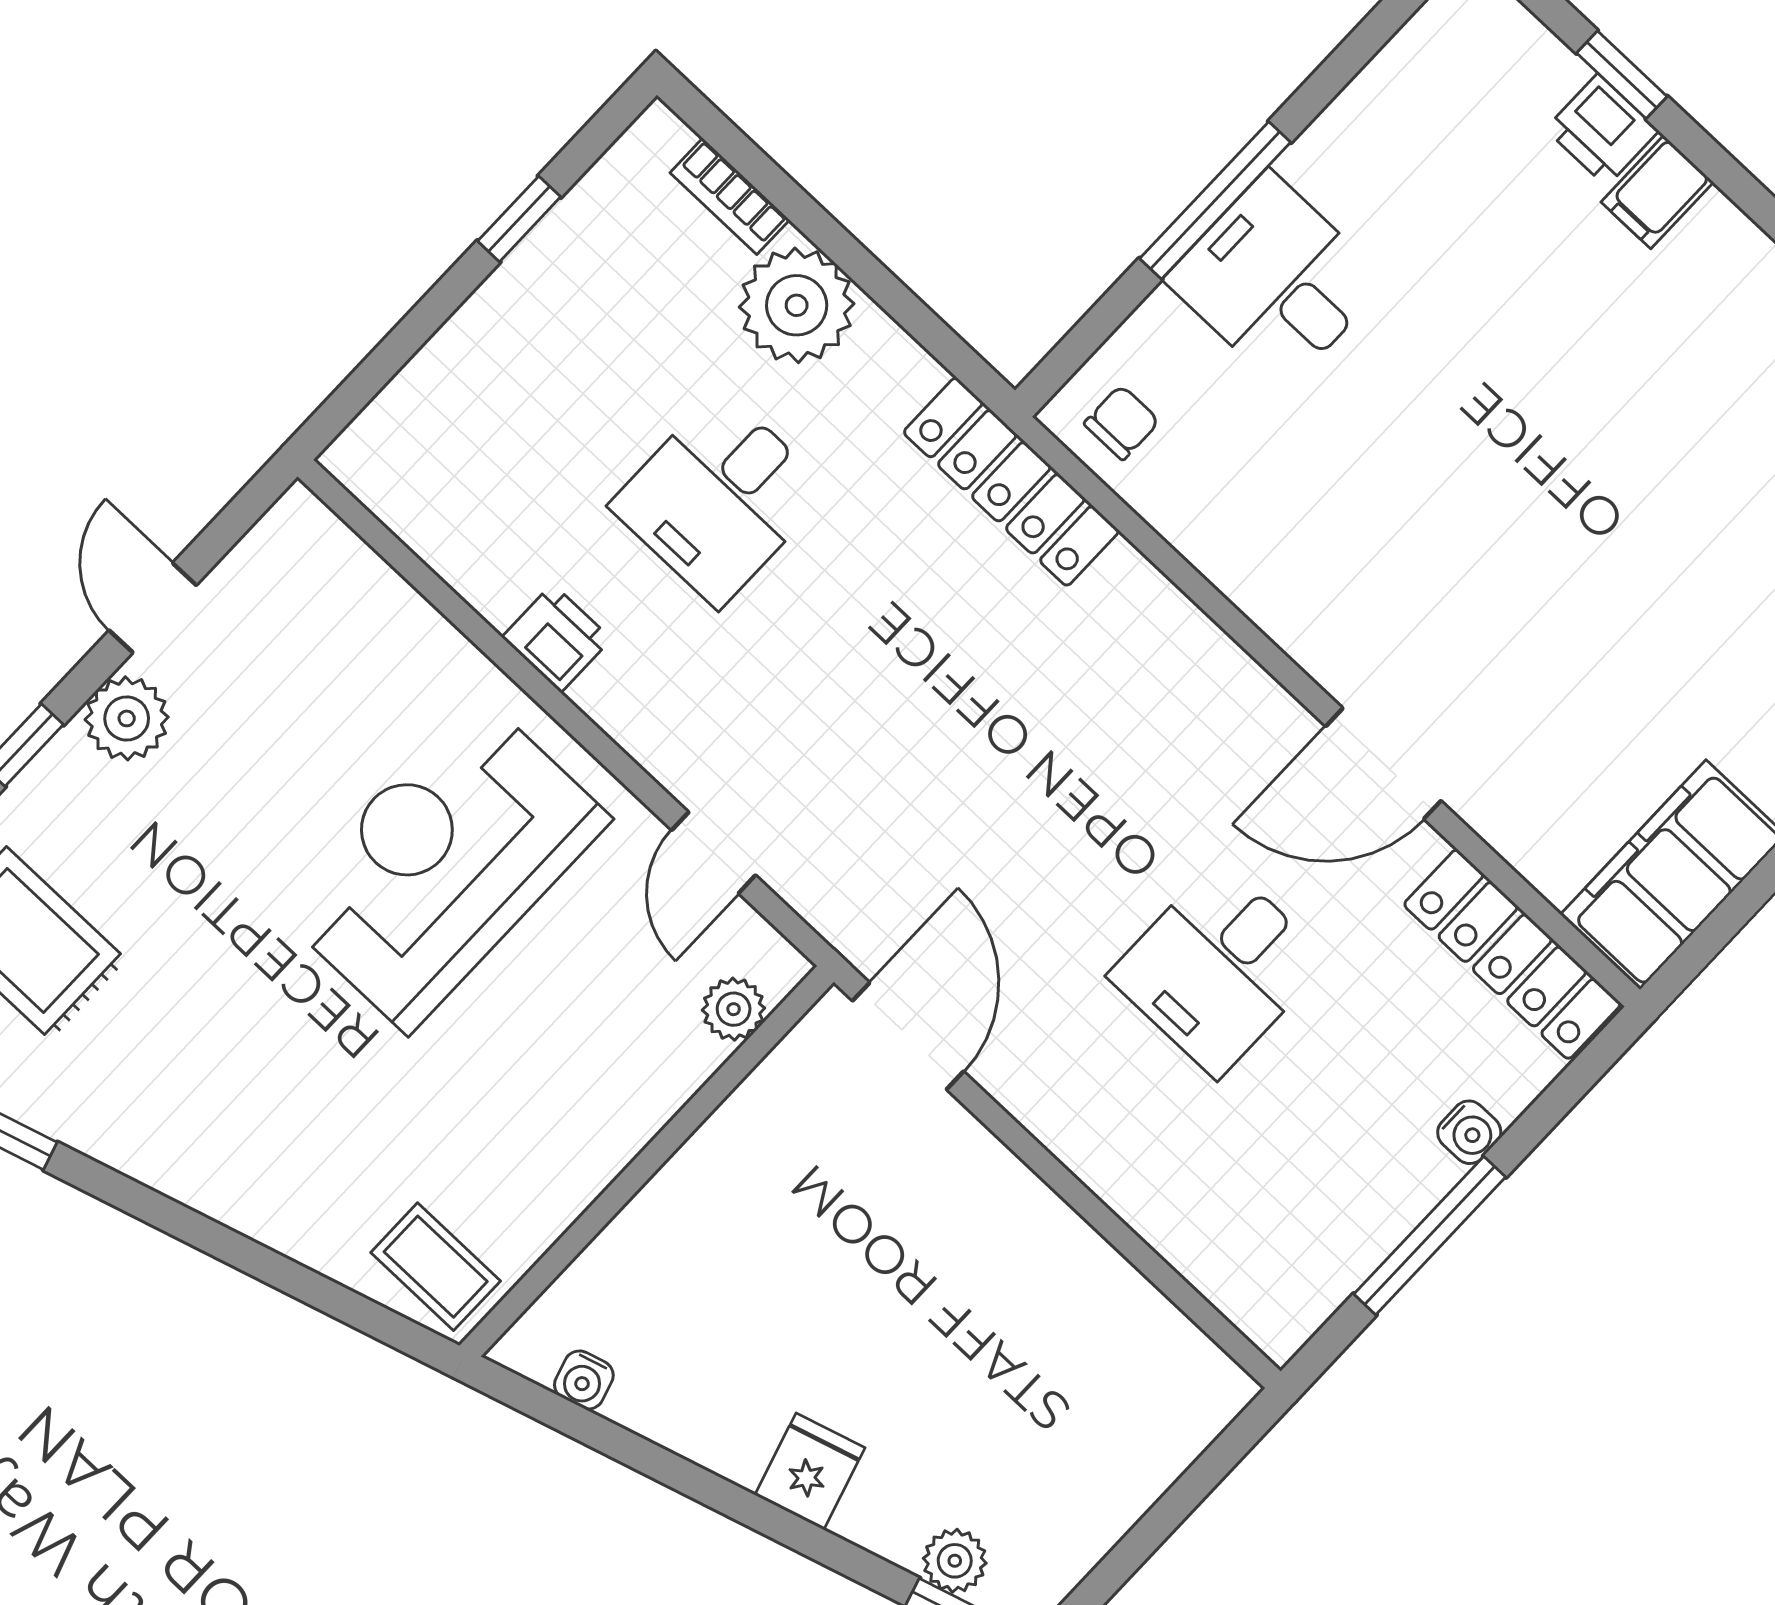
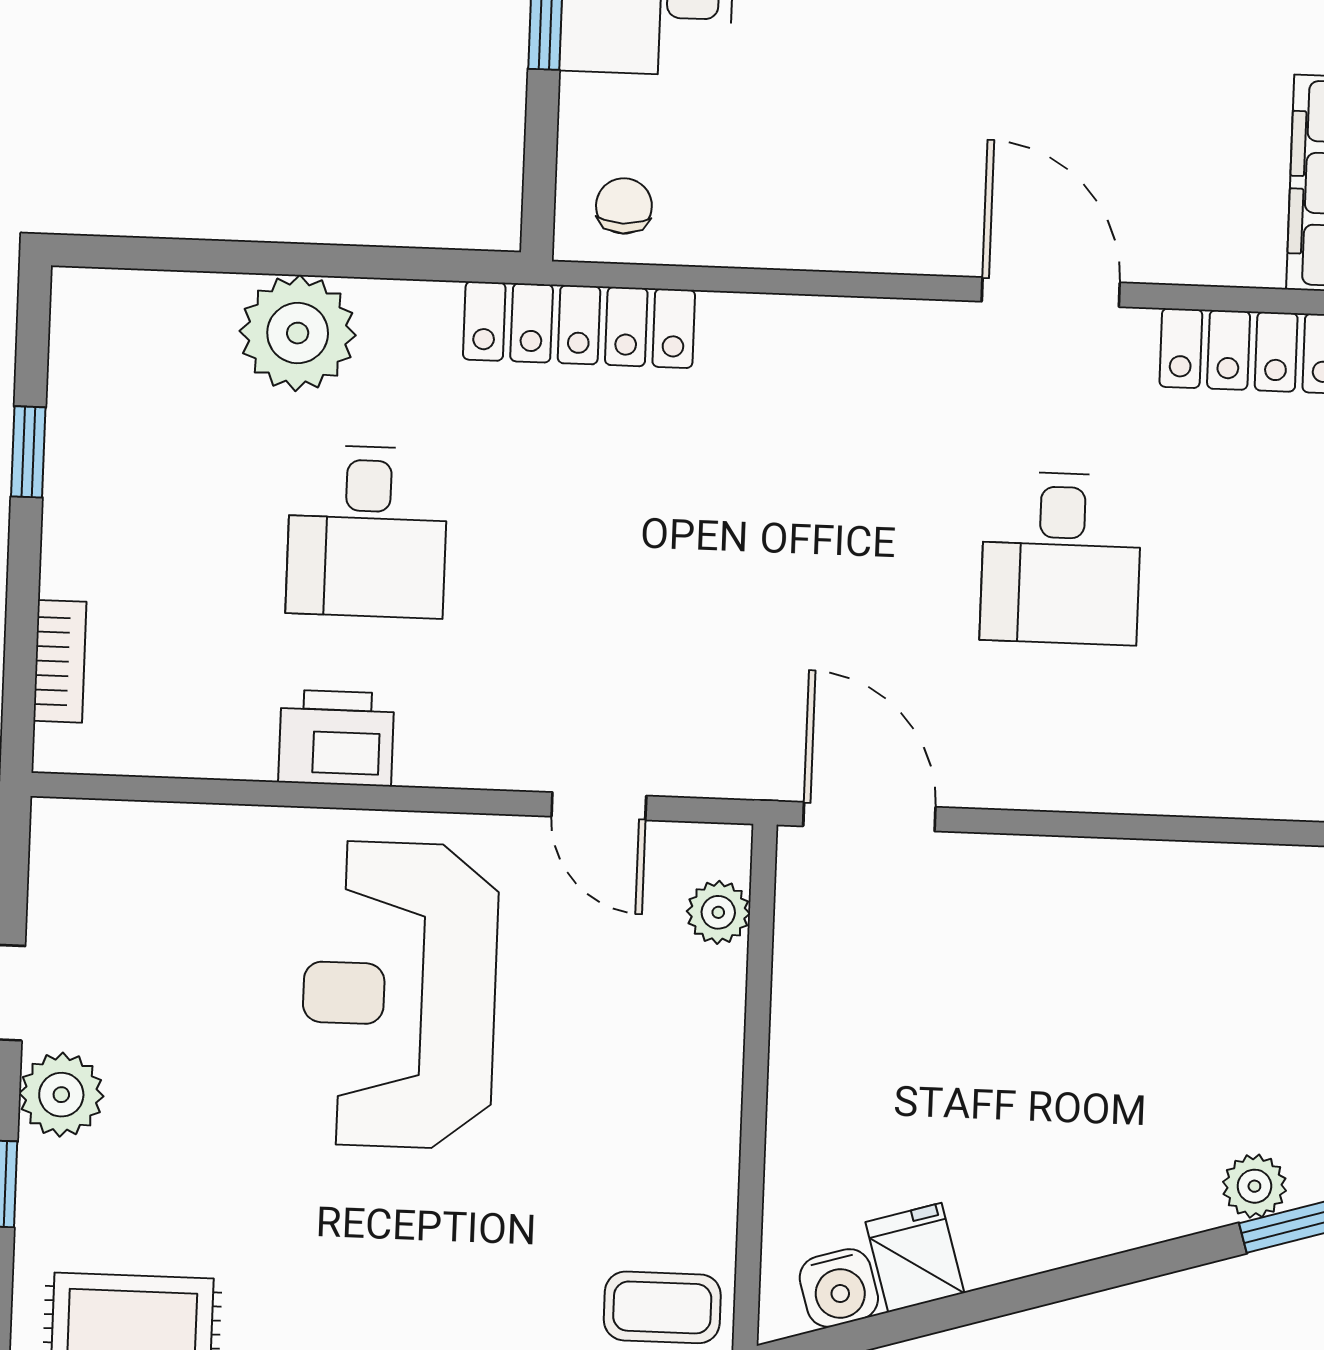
bookcase: (730, 196) -> (60, 661), moved, turned -90
printer: (557, 638) -> (336, 738), width x1.36, depth x1.24
door: (1383, 764) -> (1051, 292), swing flipped
water cooler: (584, 1380) -> (839, 1288), width x1.38, depth x1.38
fridge: (810, 1471) -> (915, 1258), moved

